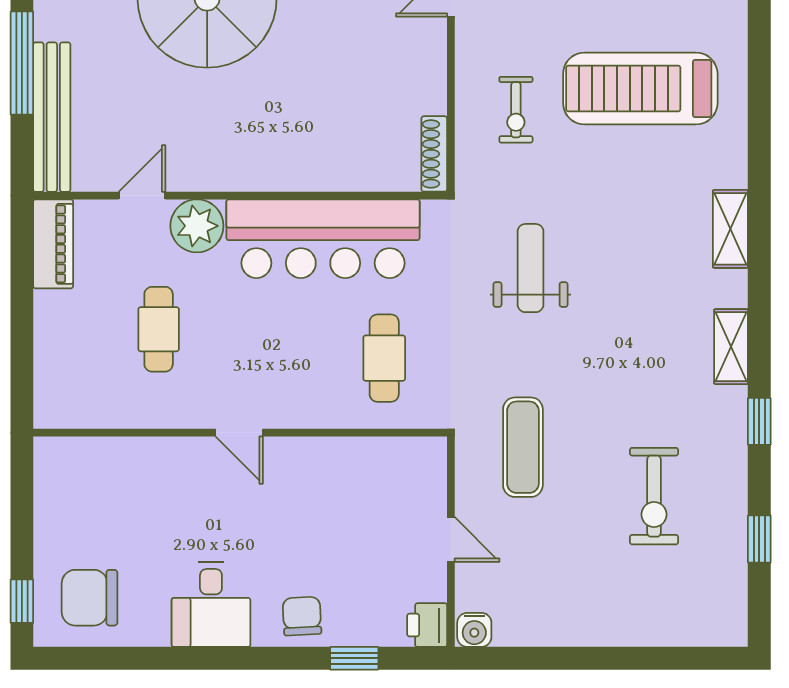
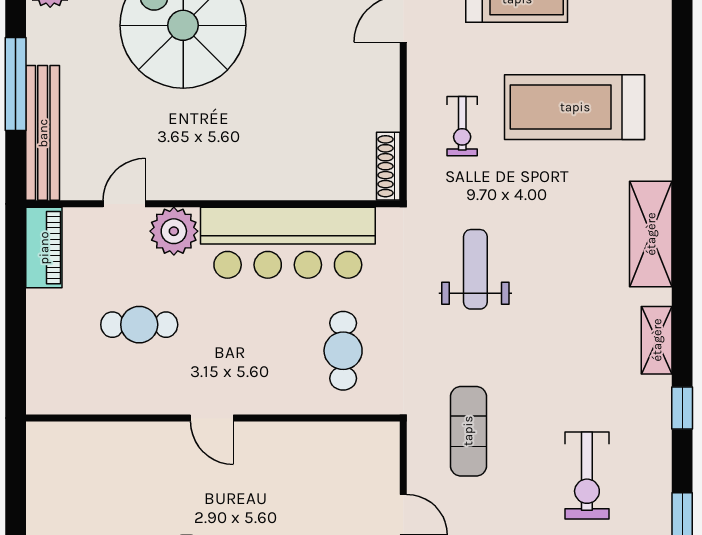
shelving: (730, 229) -> (651, 234), width x1.50, depth x1.33
cafe table: (159, 329) -> (139, 325), turned 90

